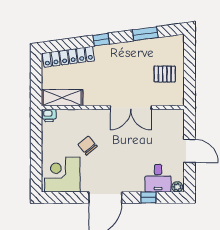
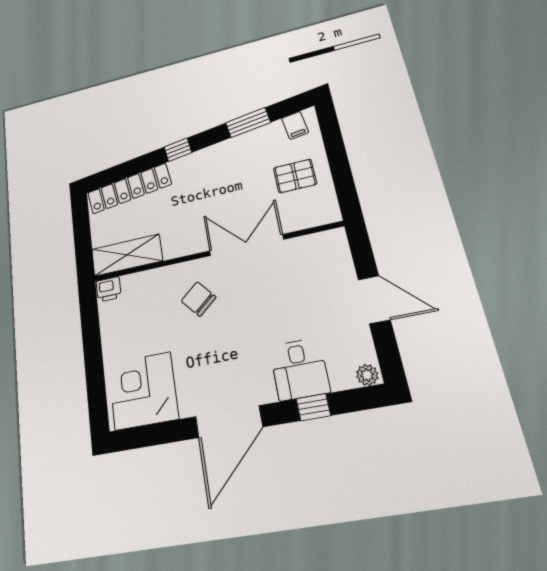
filing cabinet: (171, 43) -> (295, 125), added
double door: (131, 108) -> (246, 245), swing flipped
chair: (87, 146) -> (199, 299), moved
desk: (158, 178) -> (299, 369), moved

